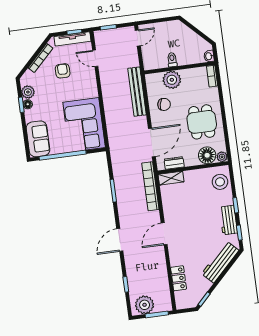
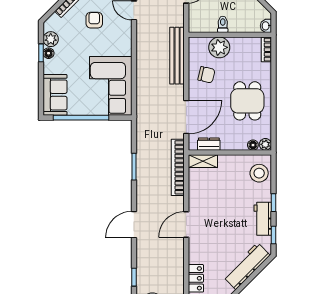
floor lamp: (207, 155) -> (253, 145), width x0.53, depth x0.53

